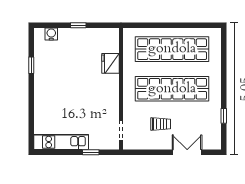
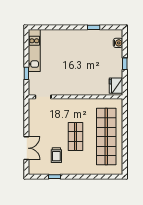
fridge: (110, 63) -> (116, 86), moved, turned -90
shop shelf: (172, 89) -> (76, 137), width x0.50, depth x0.74
trolley: (161, 124) -> (56, 155), moved

